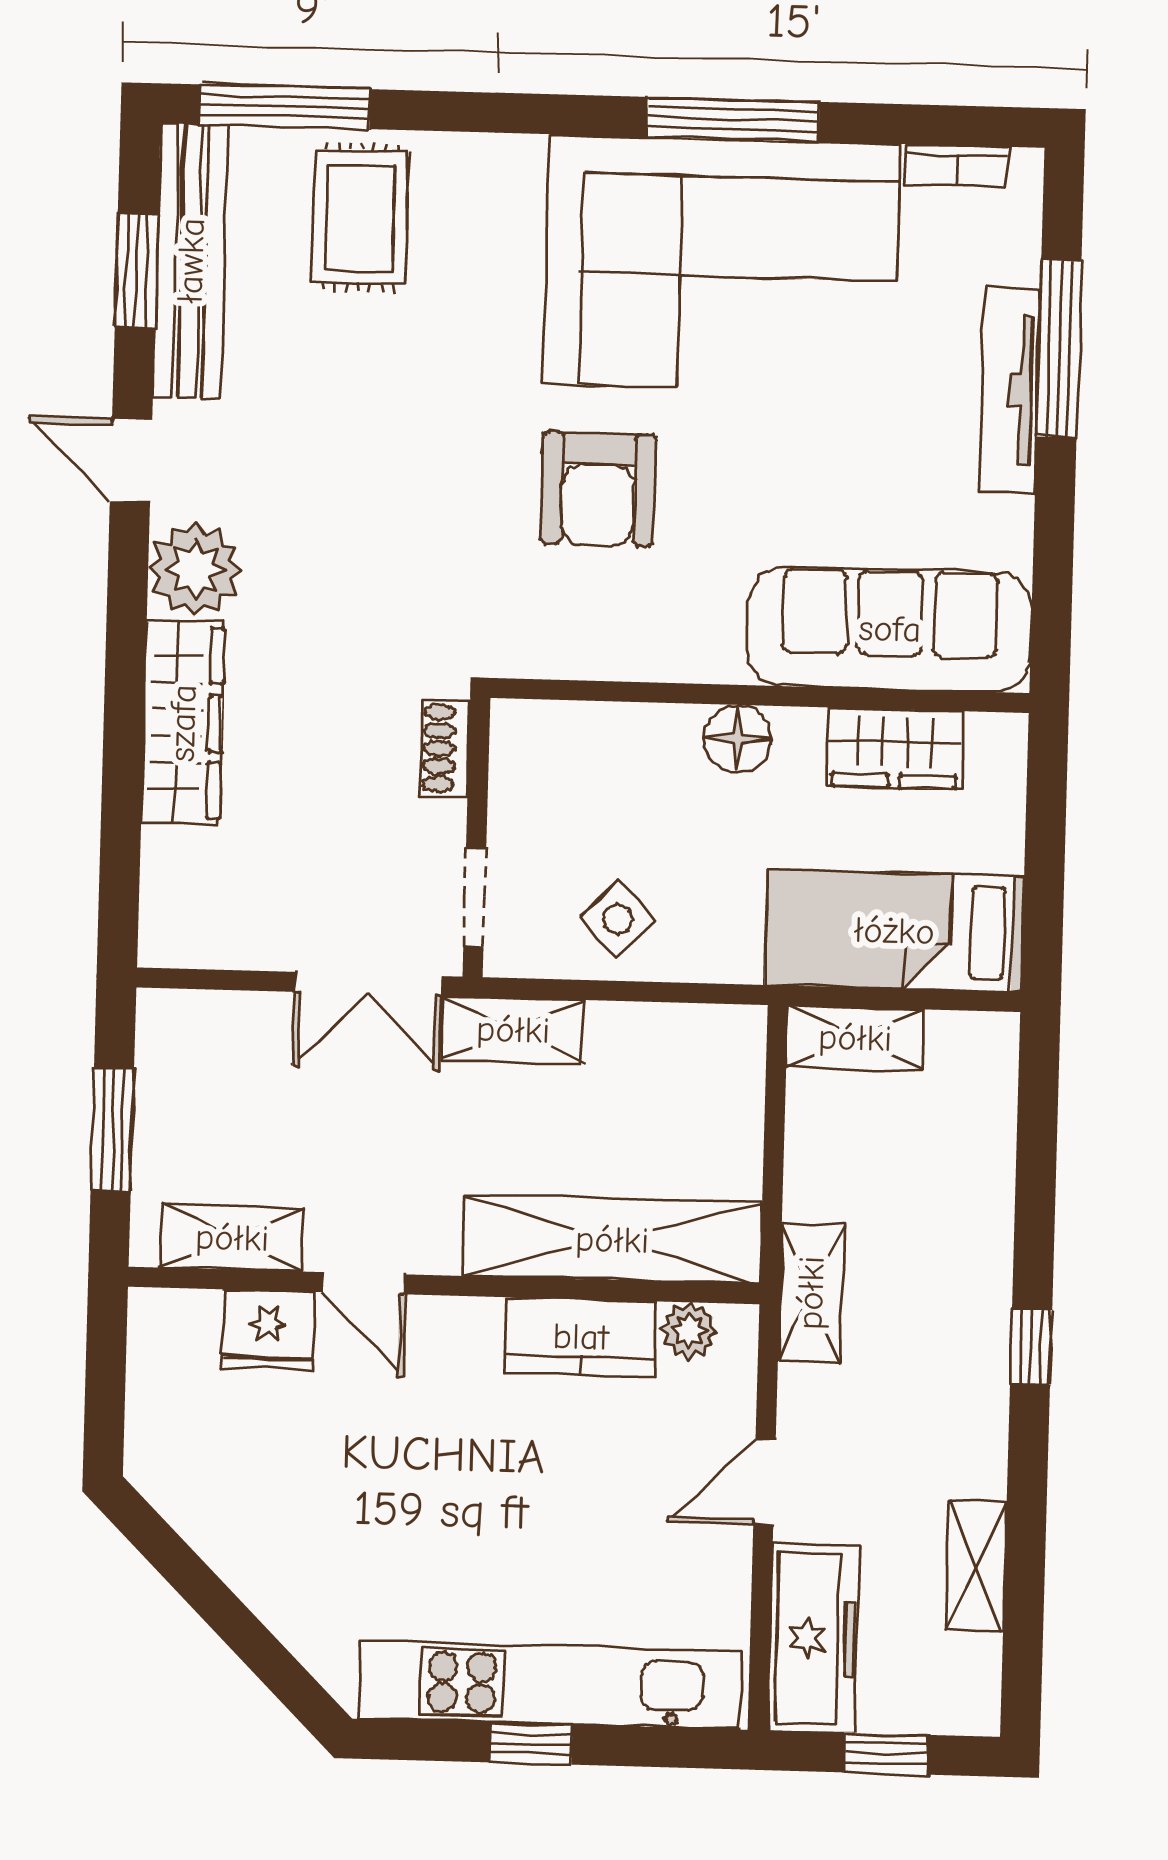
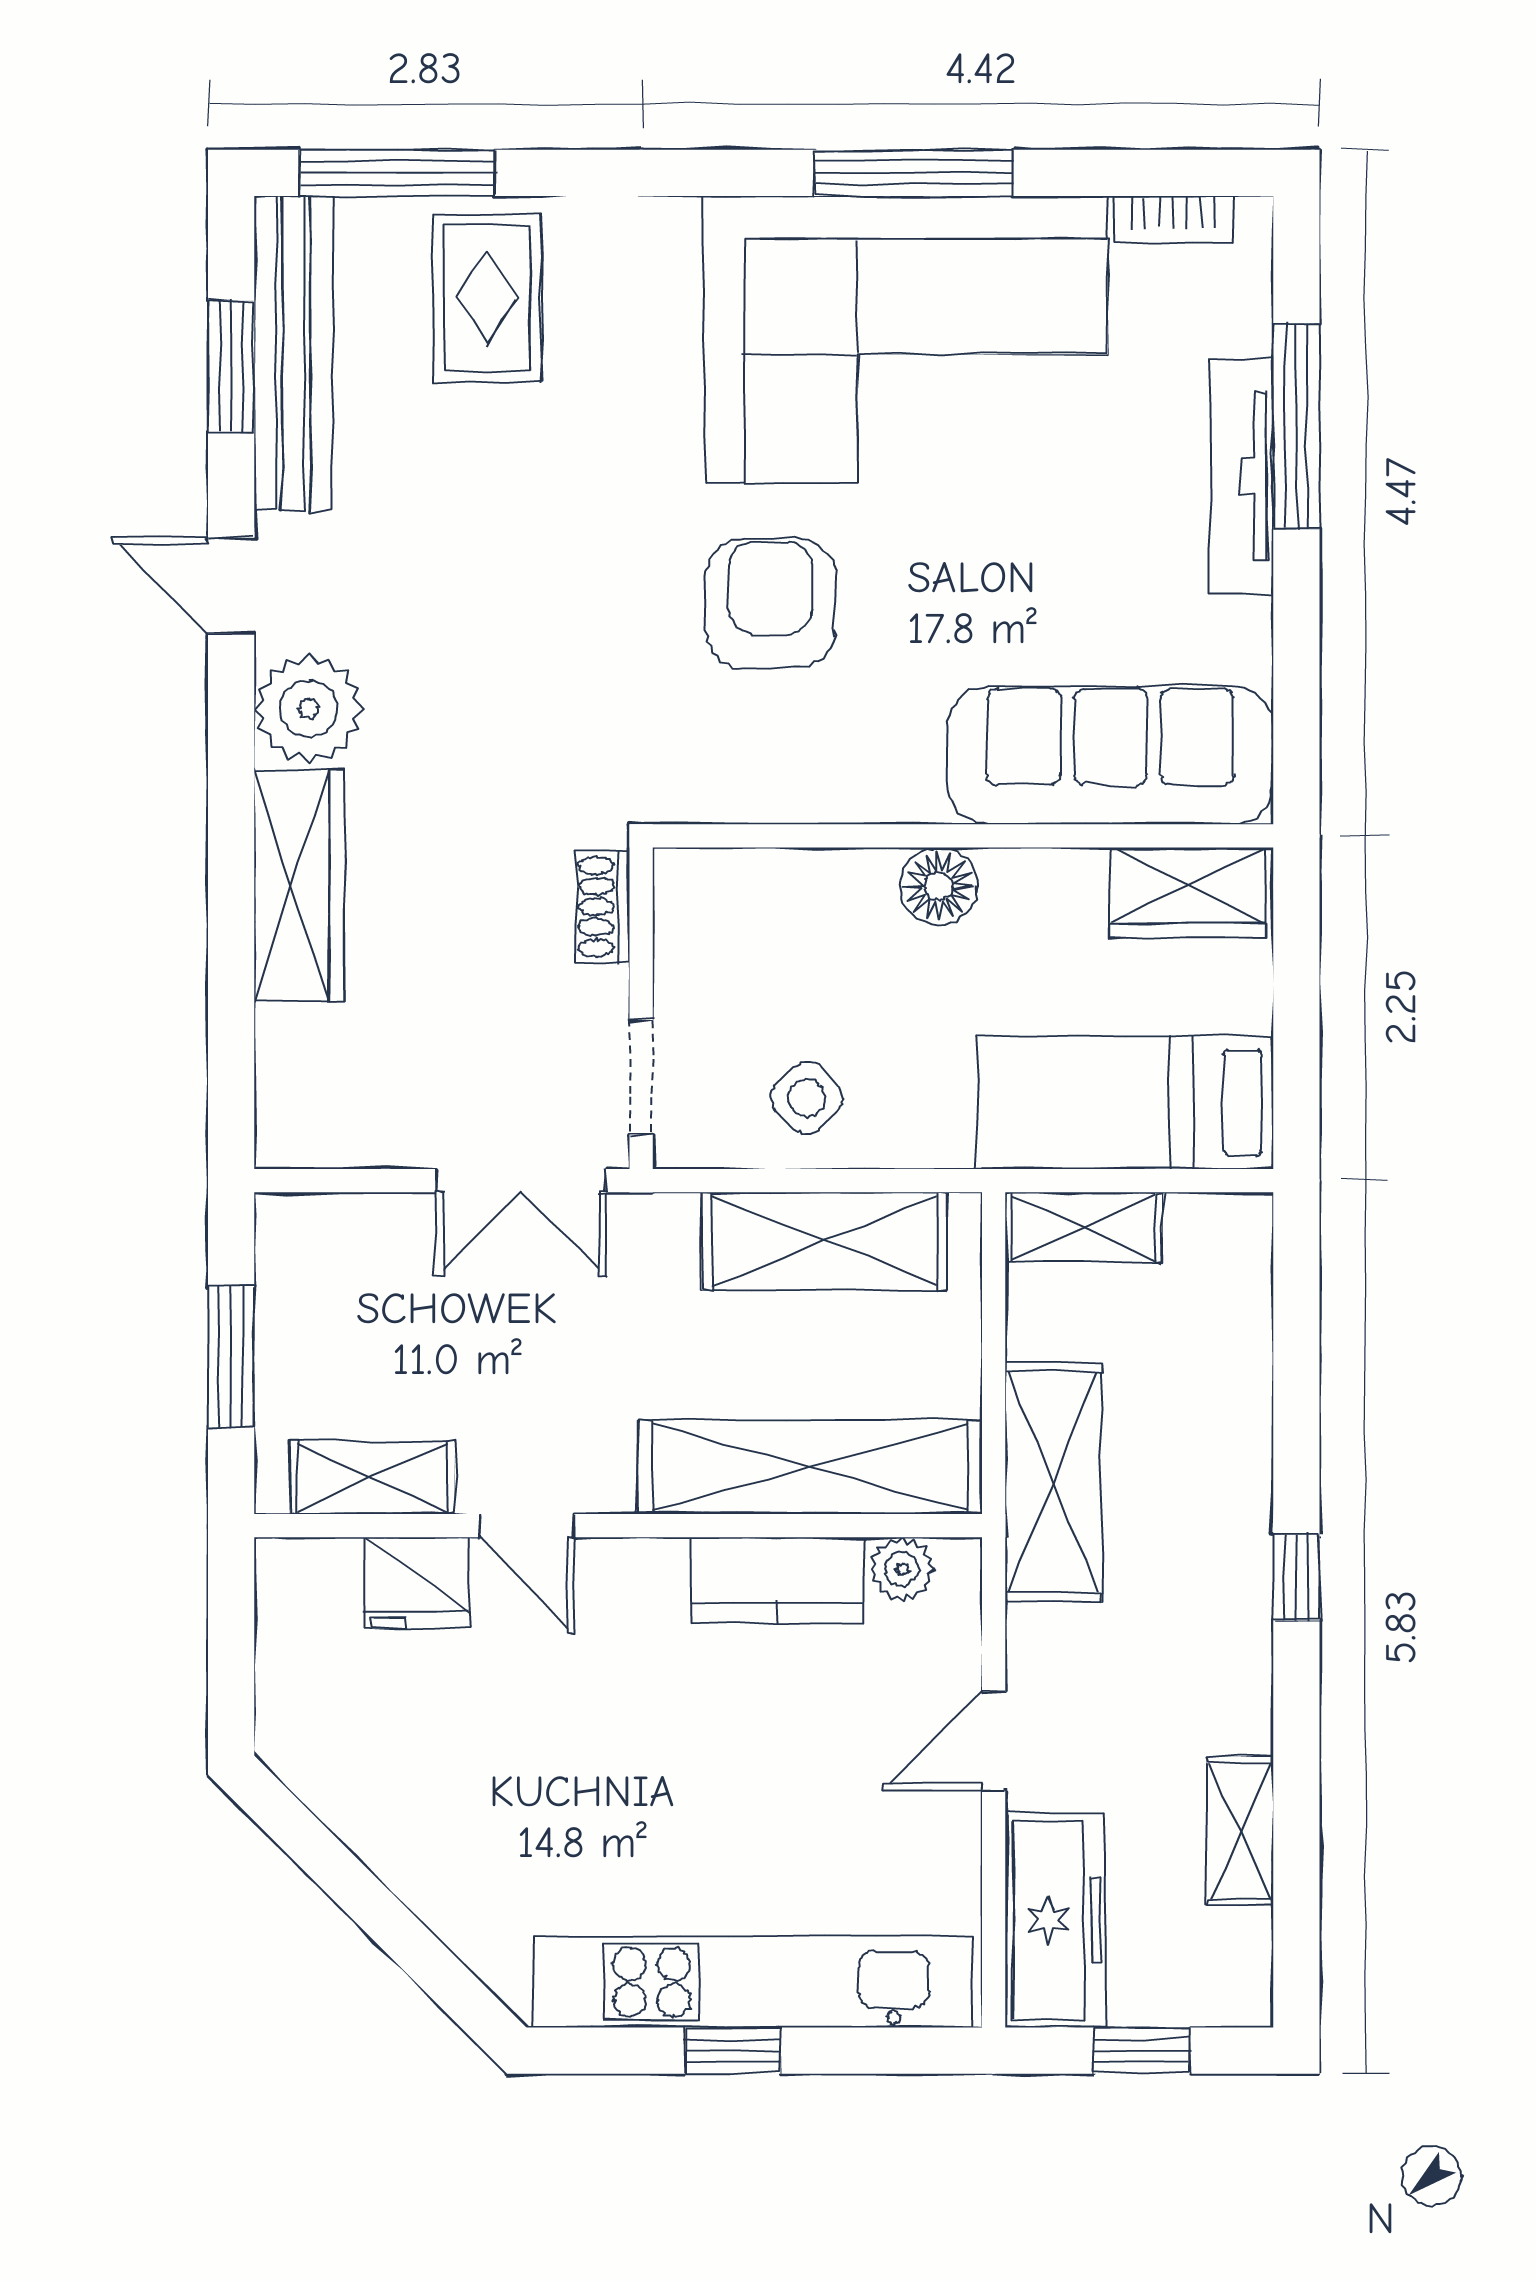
armchair: (598, 489) -> (770, 603), turned 180
wardrobe: (895, 748) -> (1187, 892), moved
shelving: (513, 1030) -> (824, 1241), moved, width x1.50, depth x1.33
shelving: (811, 1293) -> (1053, 1482), width x1.50, depth x1.33

